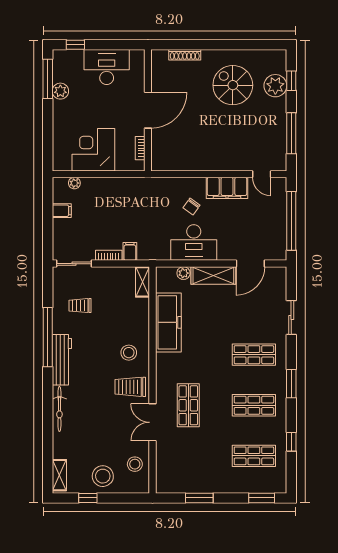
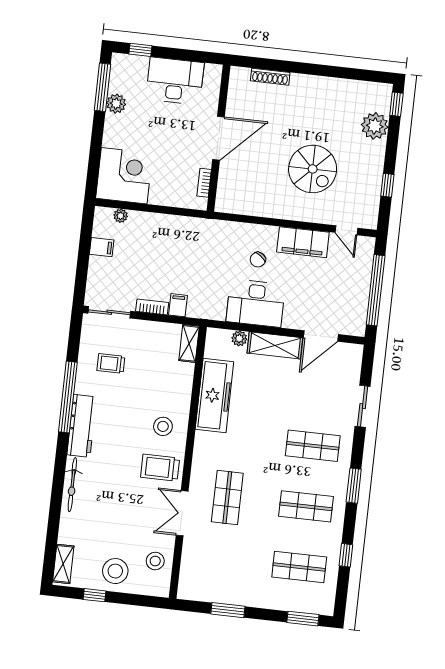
window: (291, 81) -> (396, 104), moved
spiral stairs: (233, 85) -> (313, 169), moved, turned 180
window: (291, 133) -> (387, 185), width x0.46
corner desk: (93, 150) -> (124, 176), moved, turned 90

